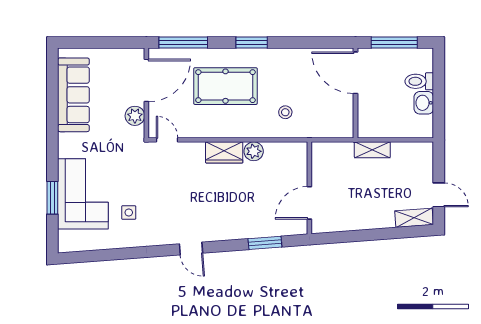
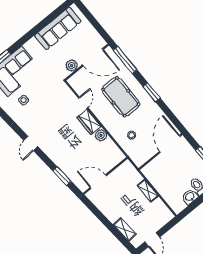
door: (355, 73) -> (170, 144), moved
wall: (355, 93) -> (160, 152), moved
door: (167, 140) -> (83, 103), moved
shelving: (414, 218) -> (125, 229), moved

